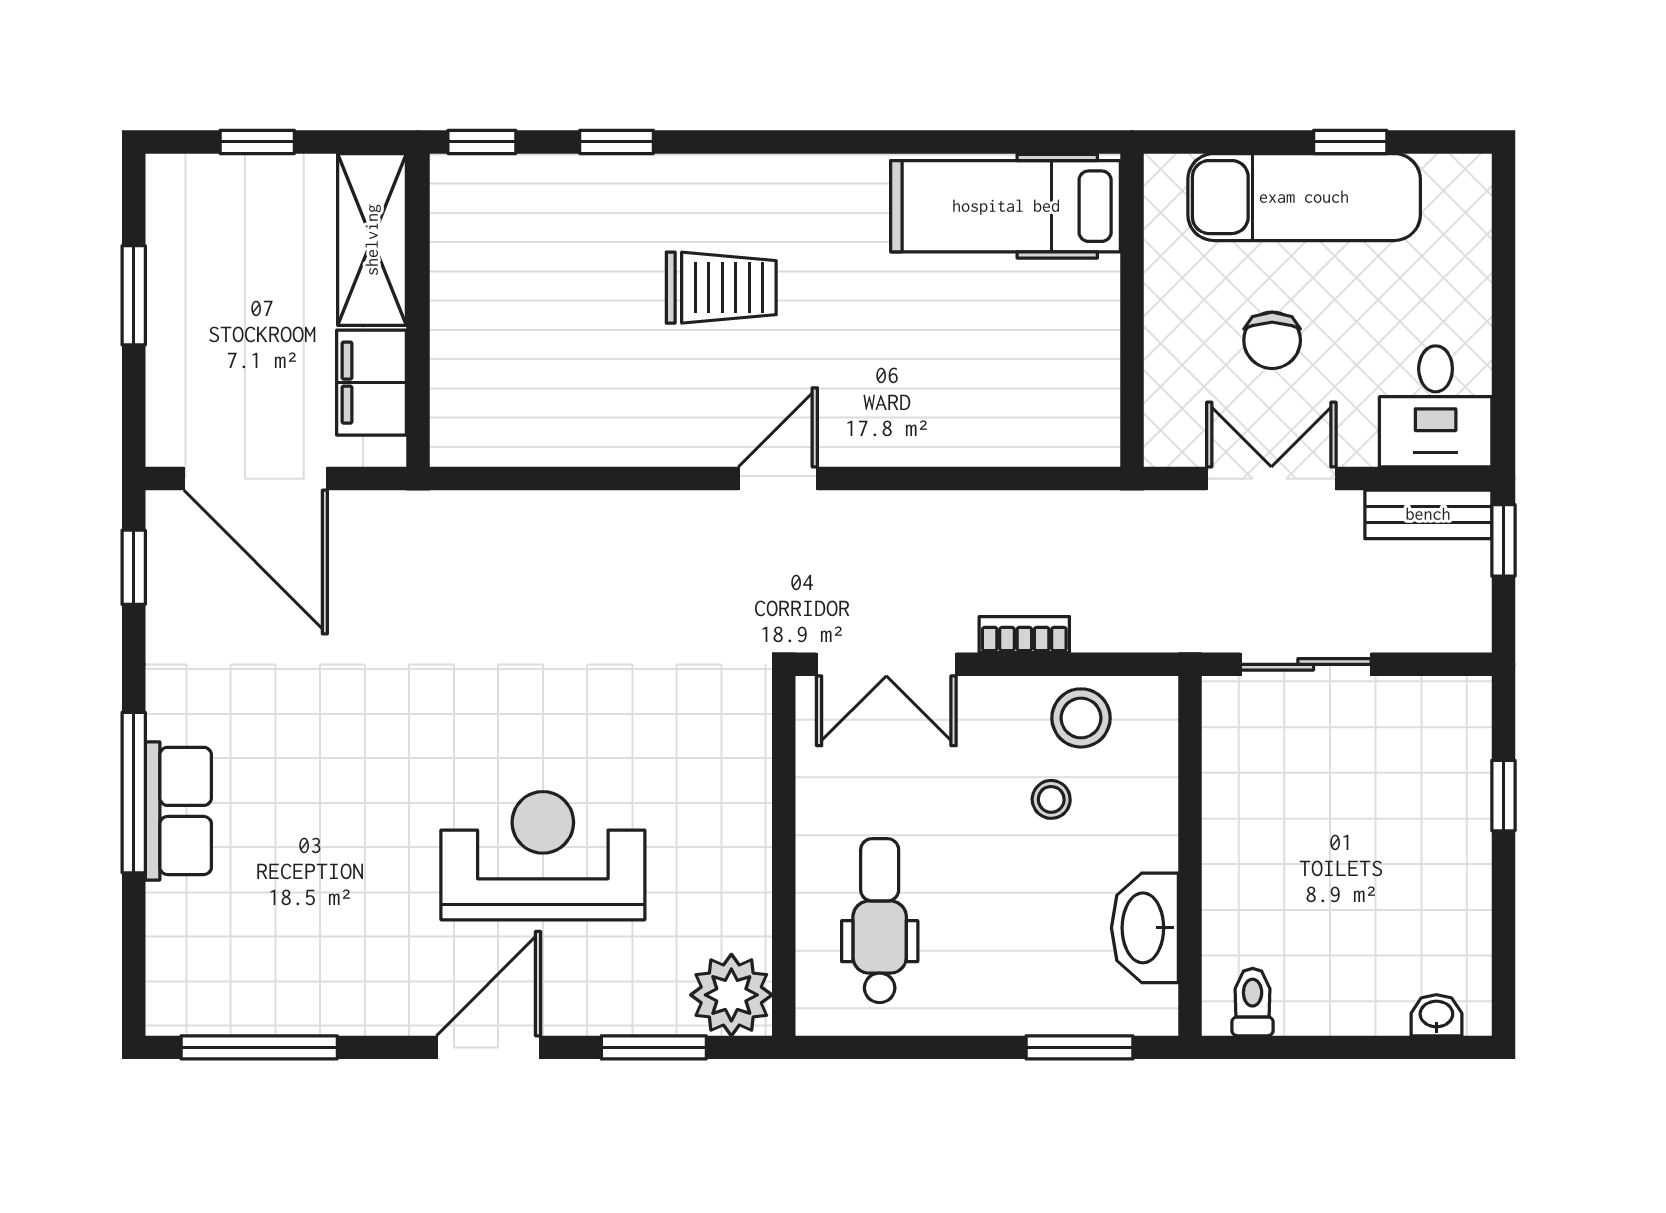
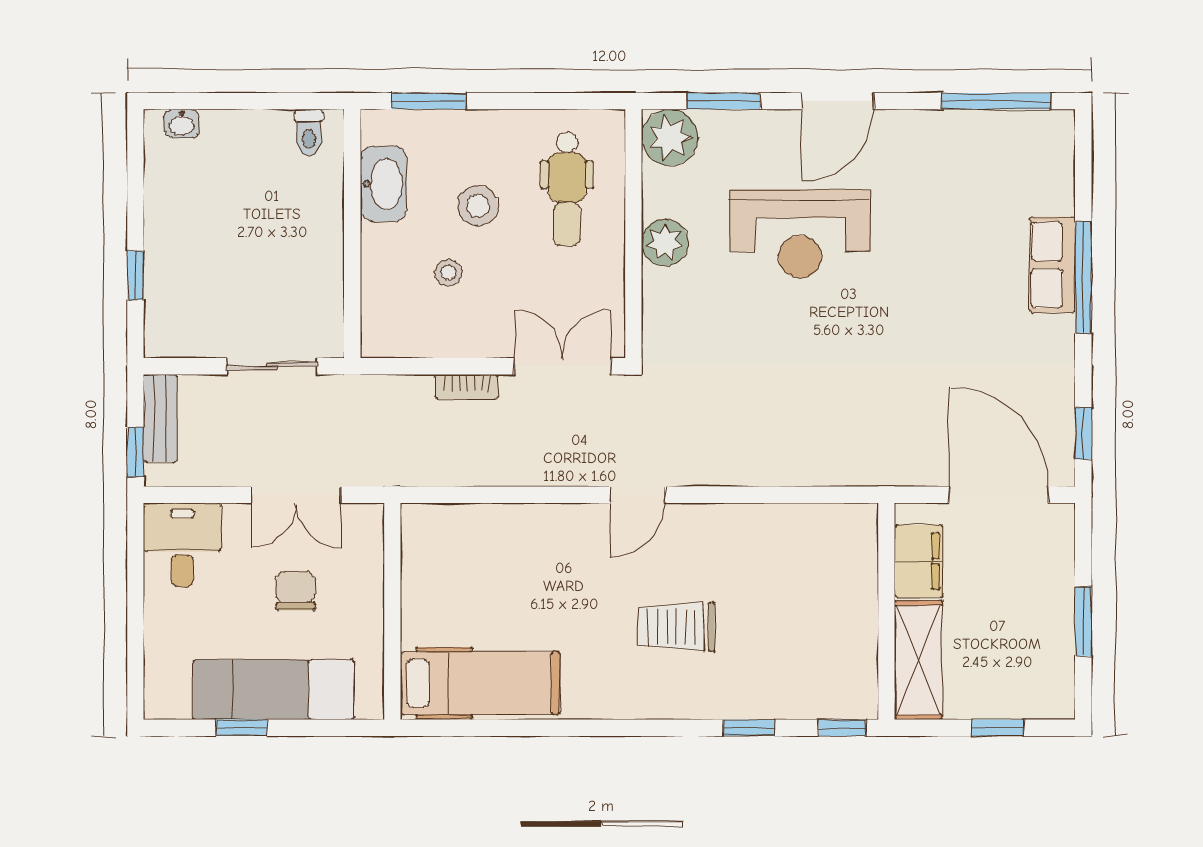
bench: (1428, 514) -> (160, 418), moved, turned 90
stool: (1081, 718) -> (478, 206), moved
plant: (738, 843) -> (665, 243), added

